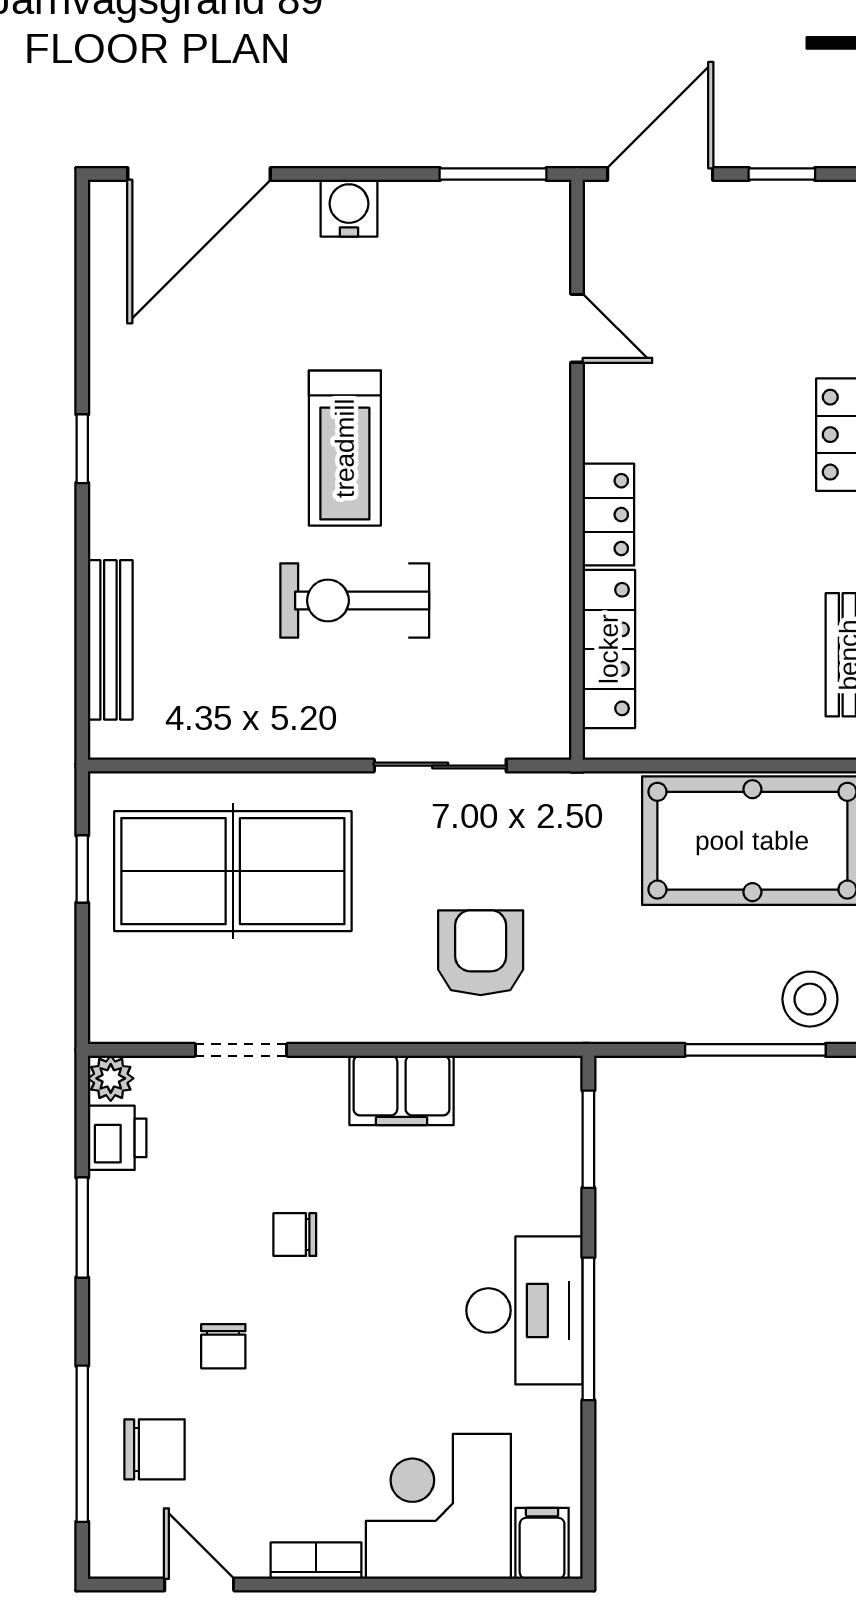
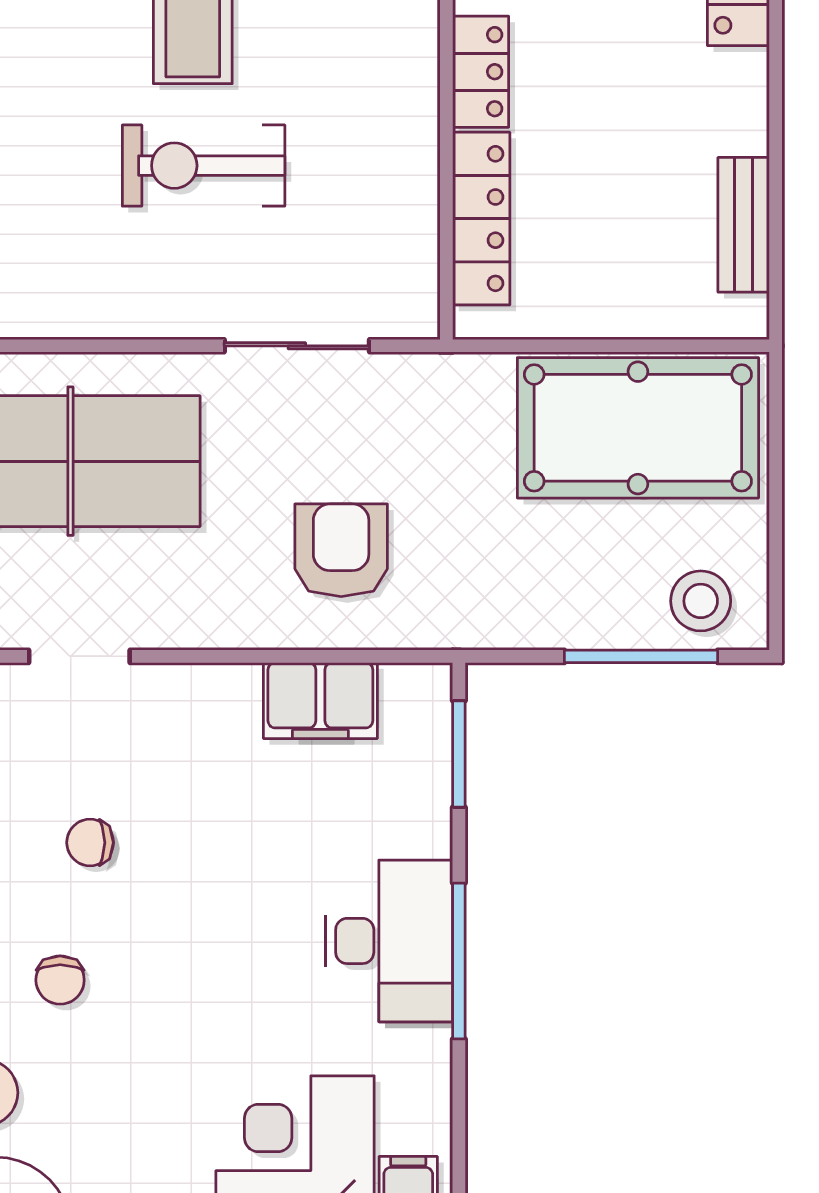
filing cabinet: (401, 1090) -> (320, 701), moved
chair: (295, 1235) -> (90, 843), moved

